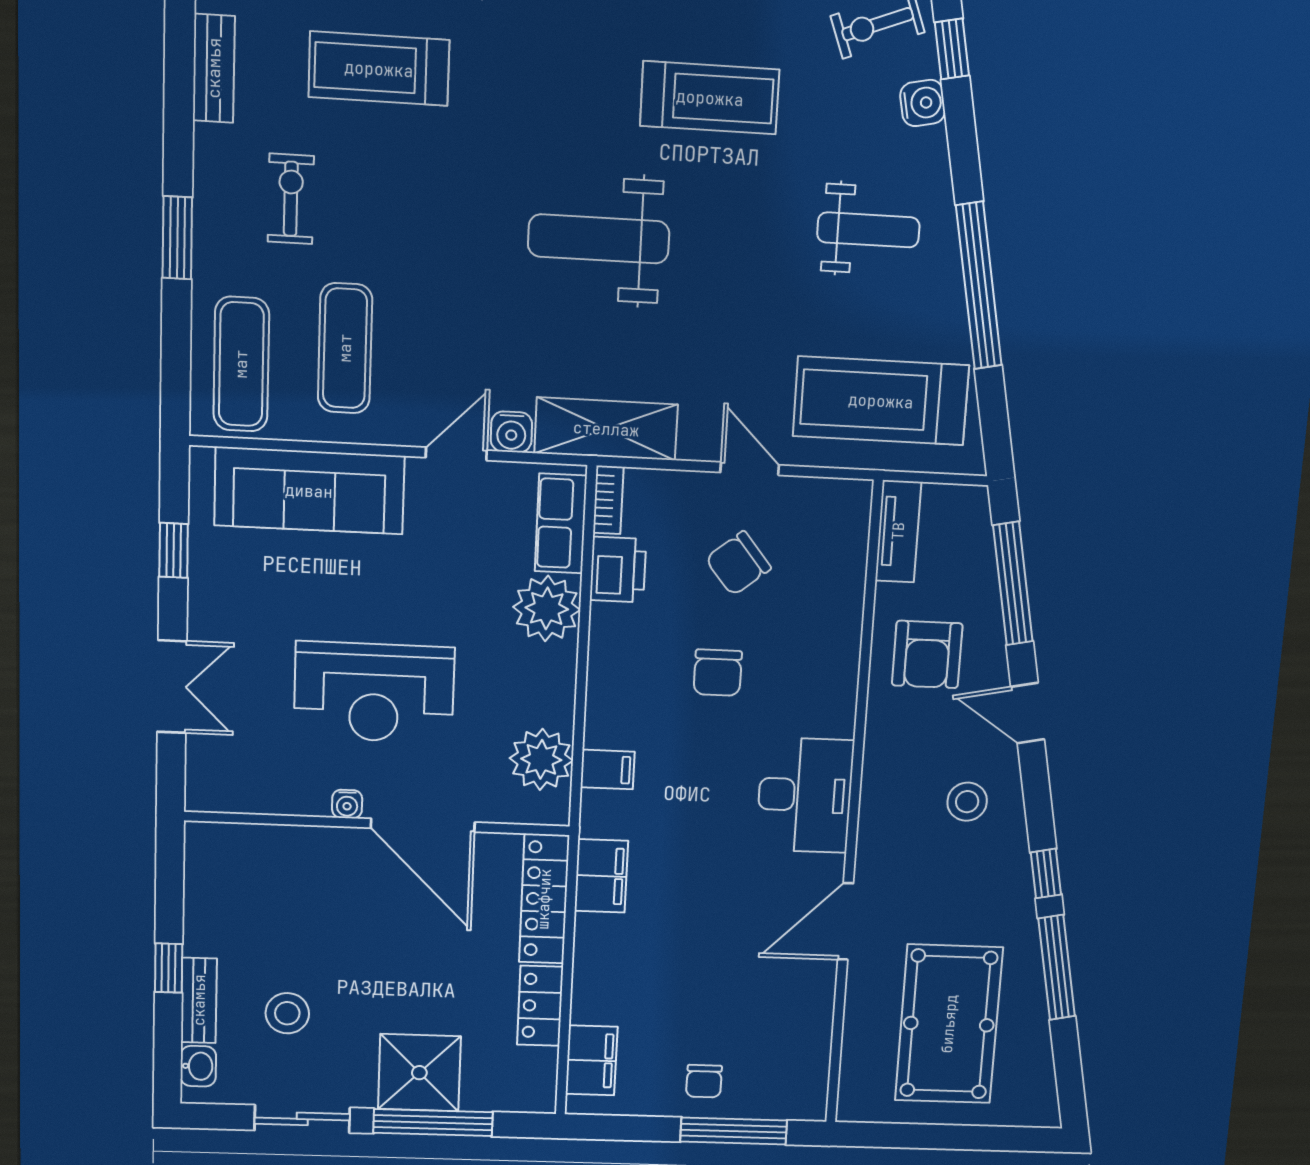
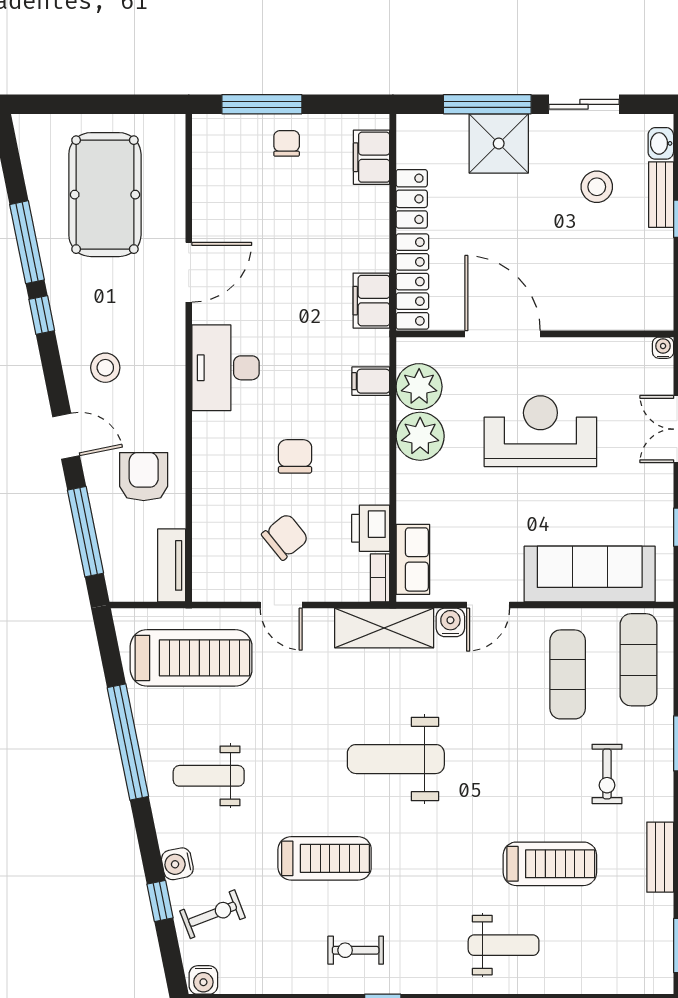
treadmill: (710, 98) -> (325, 858), turned 180
weight bench: (599, 239) -> (396, 759), turned 180
plant: (547, 608) -> (420, 436), moved
water cooler: (347, 804) -> (663, 348), moved

